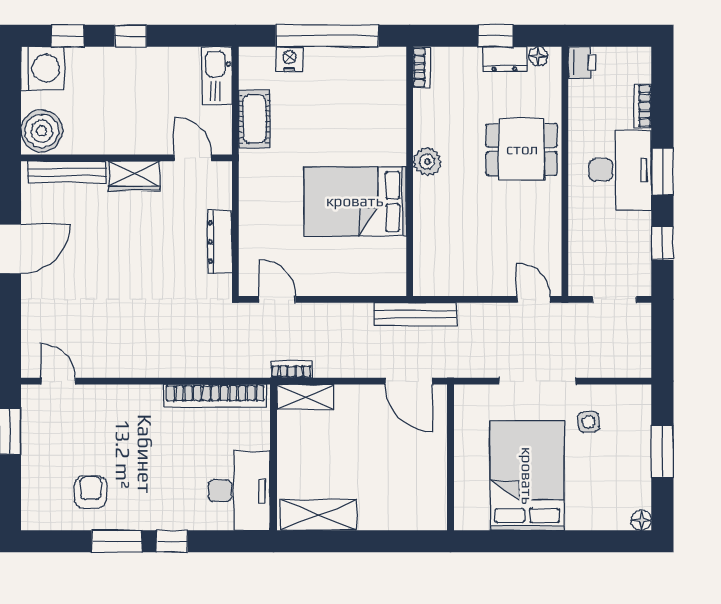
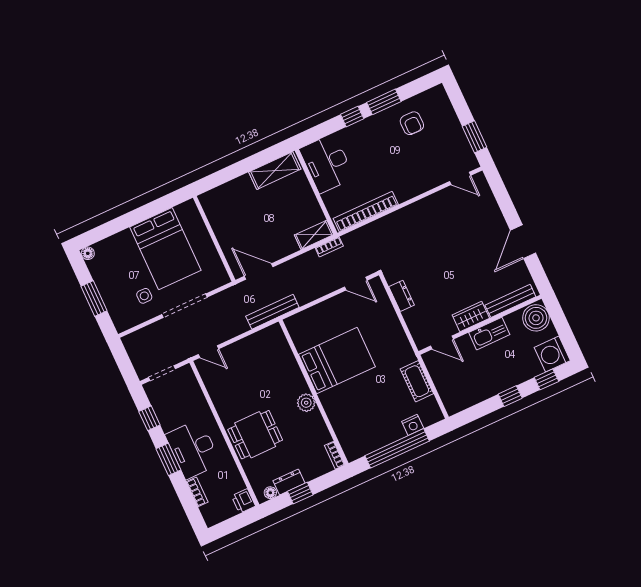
kitchen sink: (217, 76) -> (489, 334), moved, turned 90
dresser: (220, 242) -> (402, 296), width x0.70

